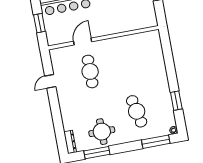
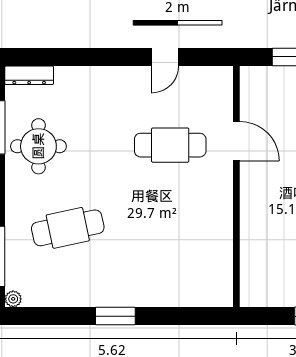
door: (50, 81) -> (165, 57), swing flipped
window: (176, 101) -> (115, 316), moved

